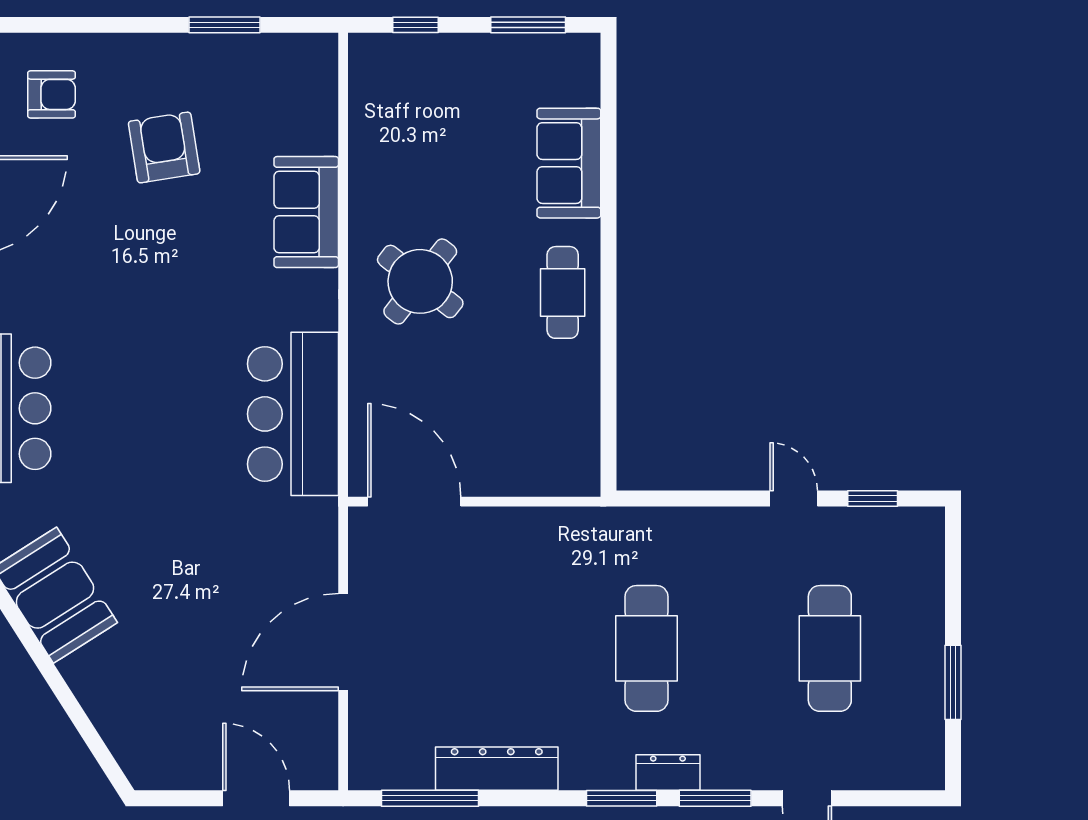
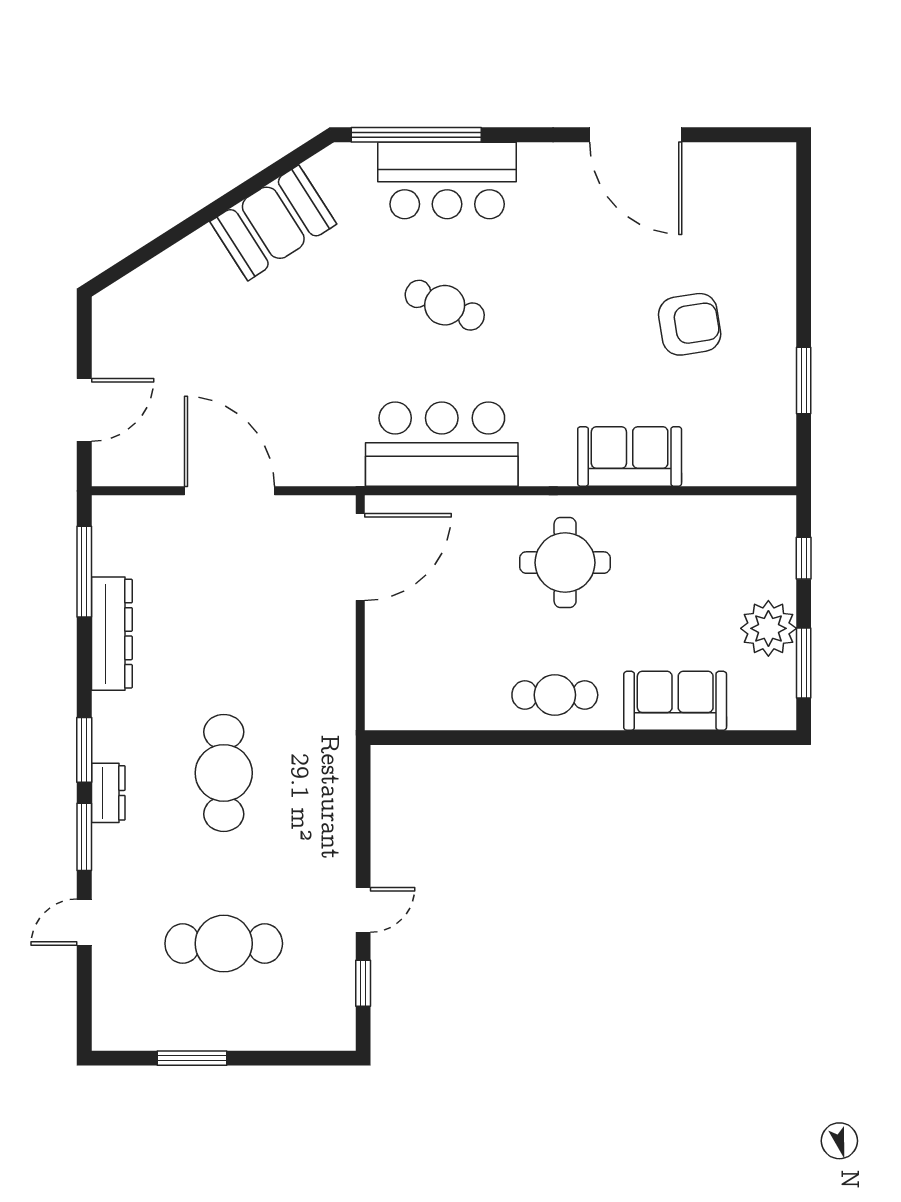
plant: (491, 63) -> (768, 628), added
armchair: (52, 94) -> (739, 220), removed
round table: (420, 281) -> (565, 563), turned -38
cafe table: (144, 411) -> (445, 305), added
cafe table: (646, 648) -> (224, 773), turned 90

